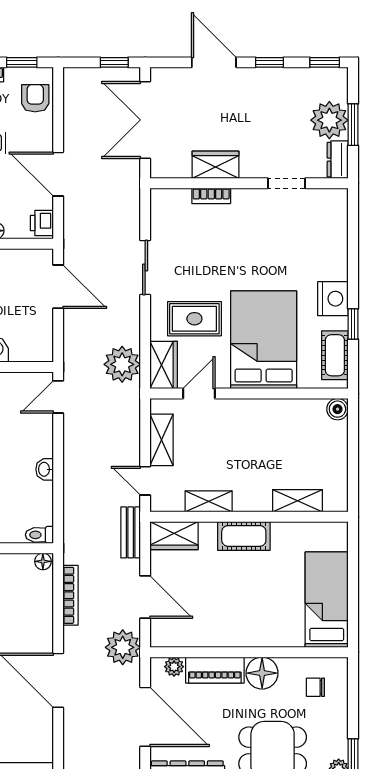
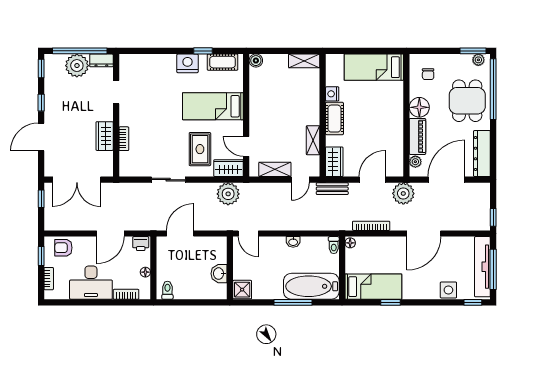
window: (353, 125) -> (80, 51), width x2.11
bed: (264, 340) -> (213, 106), width x0.67
shelving: (297, 501) -> (304, 61), moved, turned 90
nightstand: (284, 532) -> (332, 94), added

